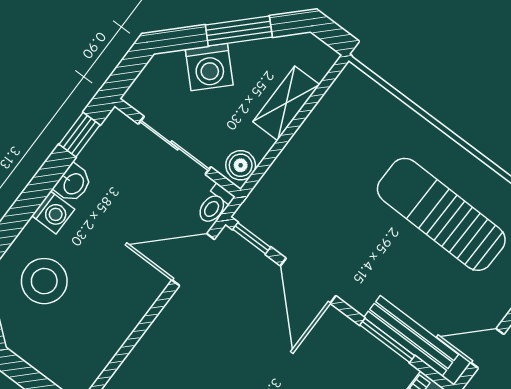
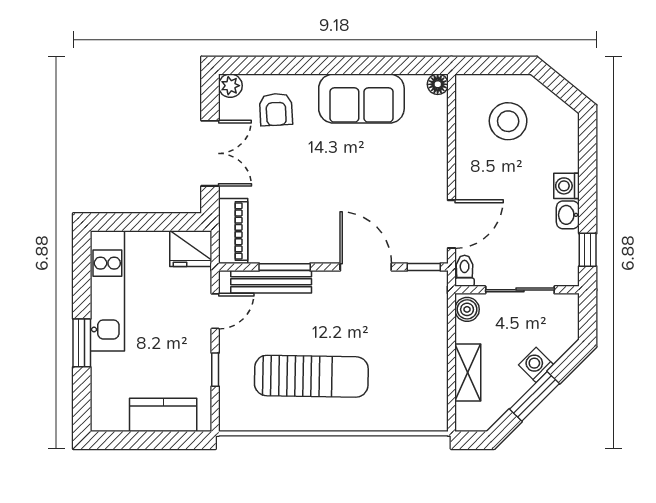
washing machine: (209, 67) -> (536, 365), width x0.73, depth x0.73
stool: (44, 281) -> (508, 121), moved

